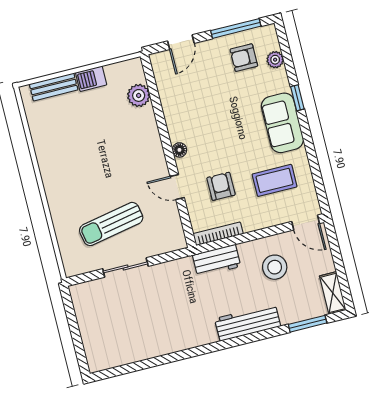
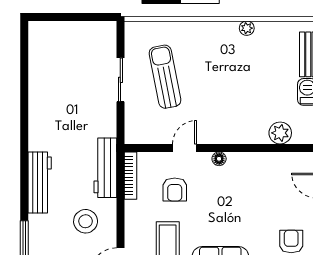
plant: (43, 155) -> (247, 28), added
armchair: (221, 186) -> (175, 189), turned 90
workbench: (217, 261) -> (105, 168), width x1.38

